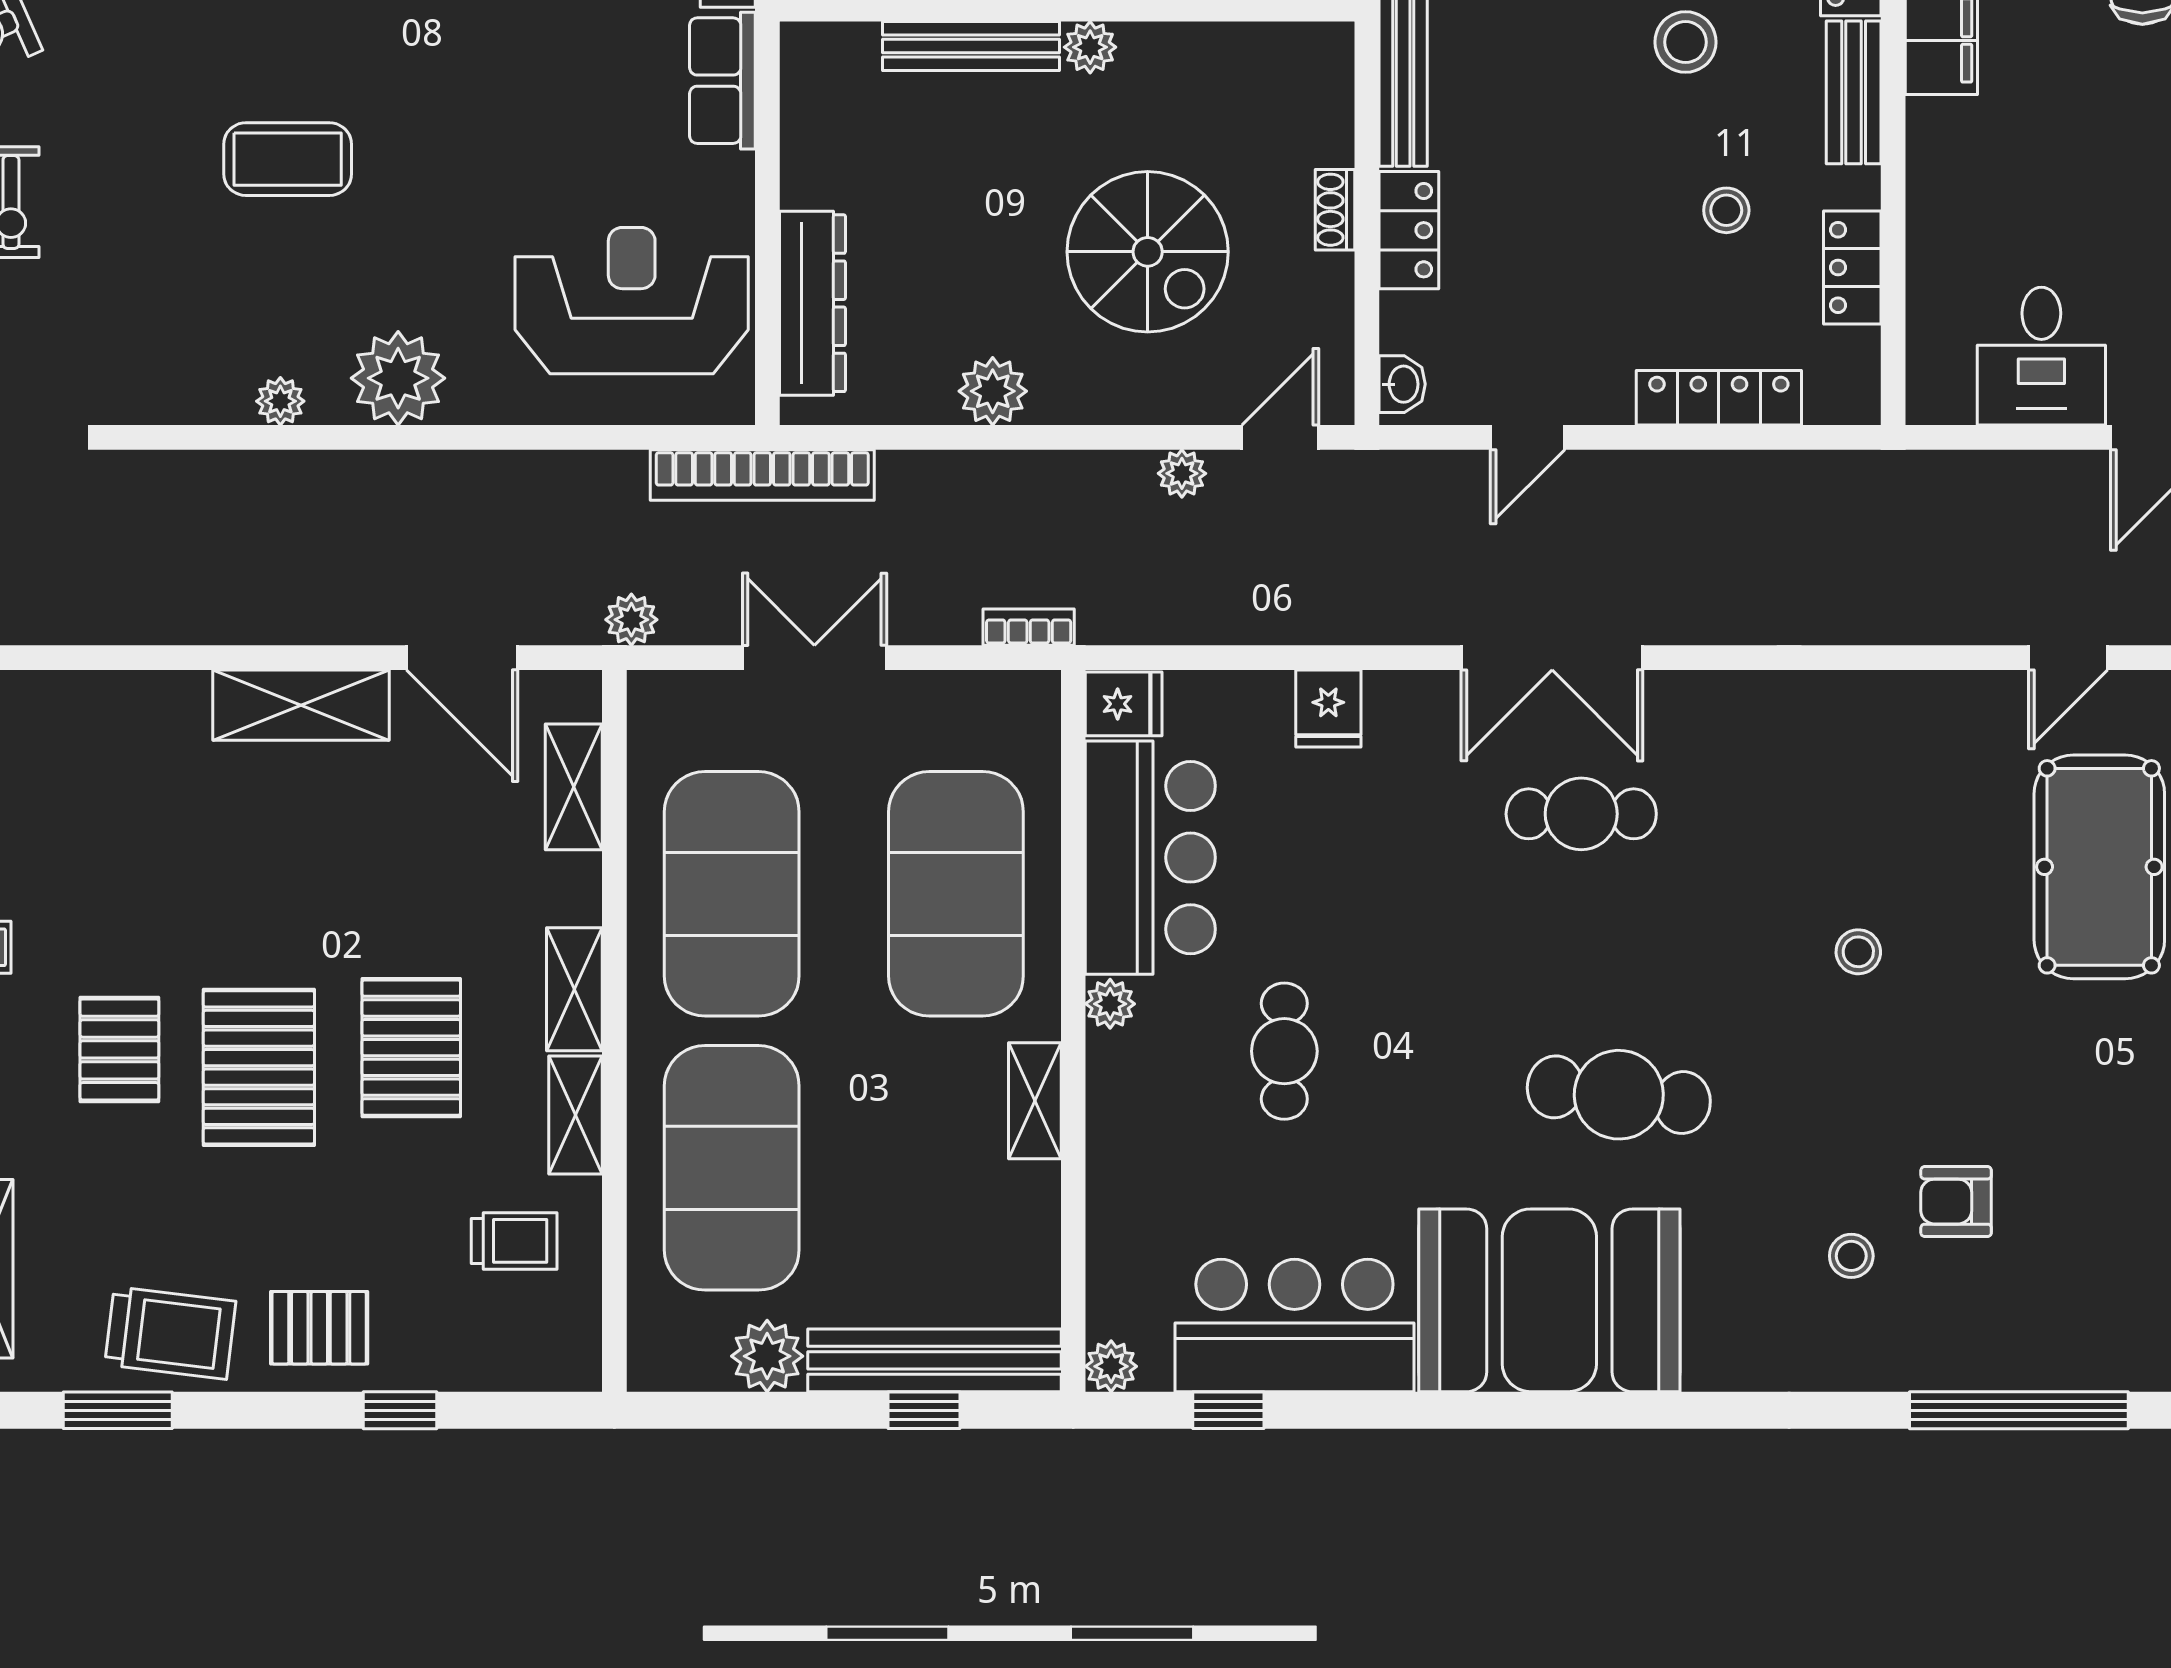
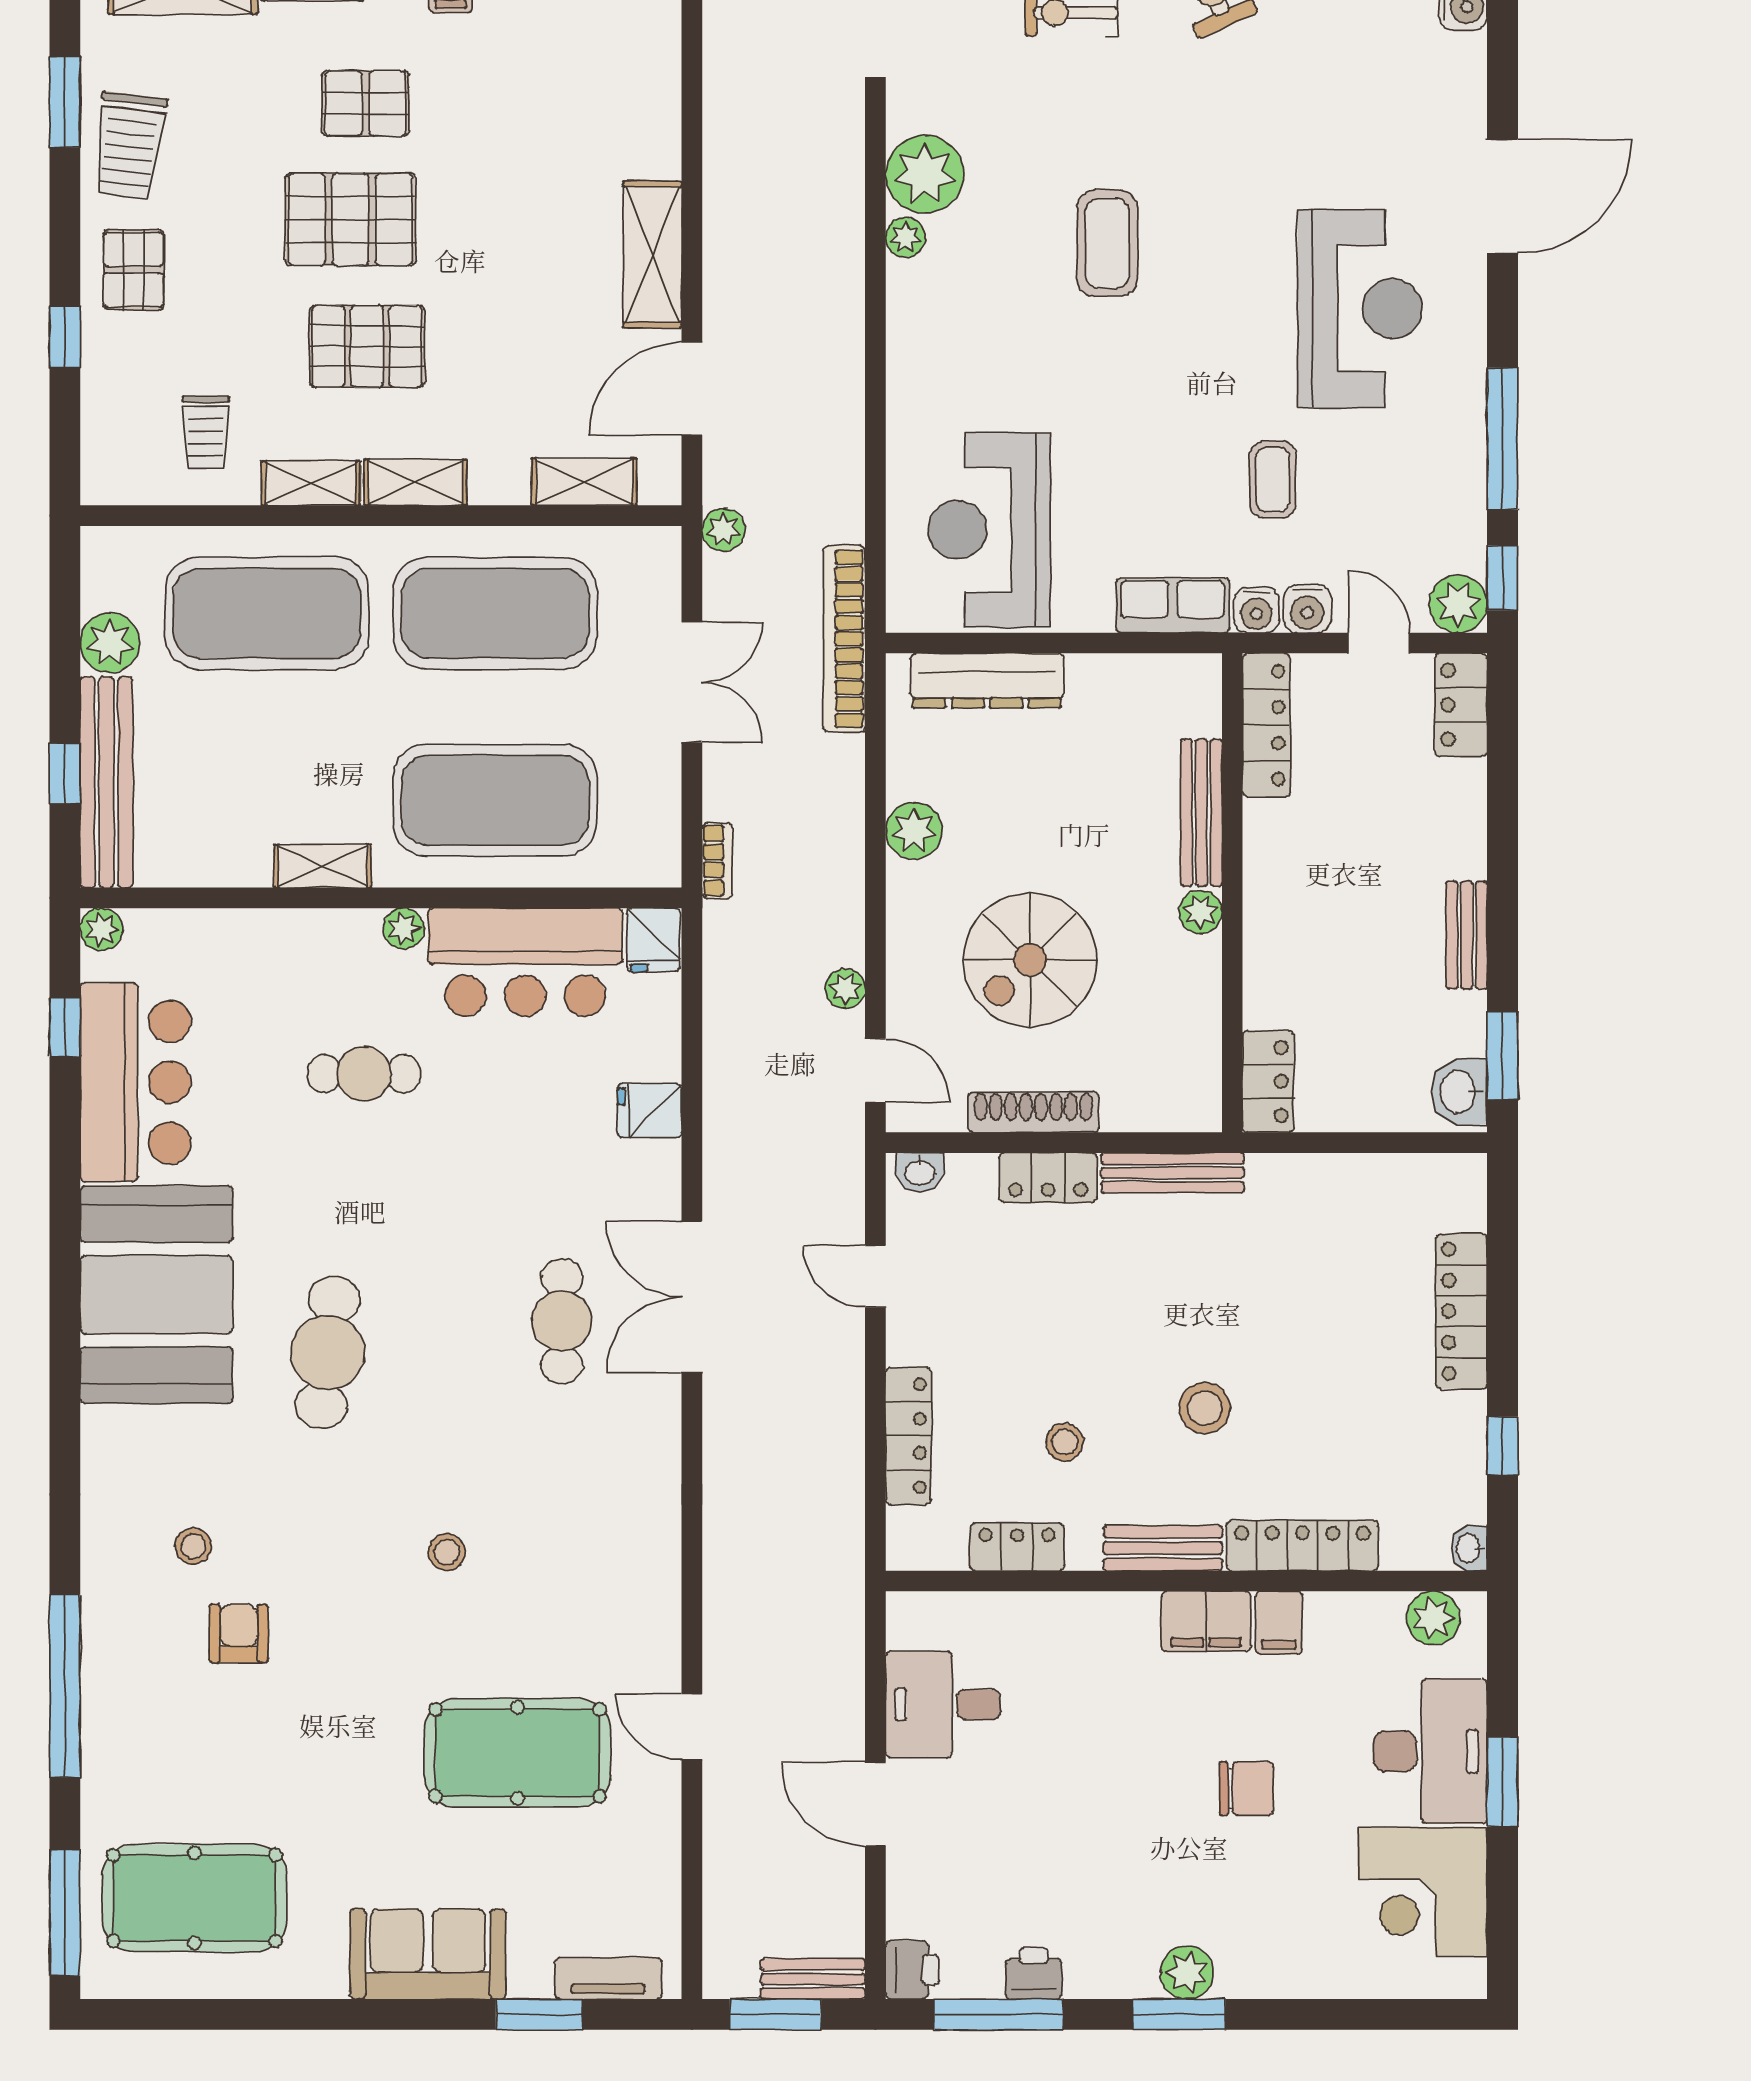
shoe rack: (1335, 210) -> (1033, 1112), width x1.94, depth x1.24
reception desk: (632, 301) -> (989, 530), turned 180
plant: (398, 378) -> (925, 174), moved

